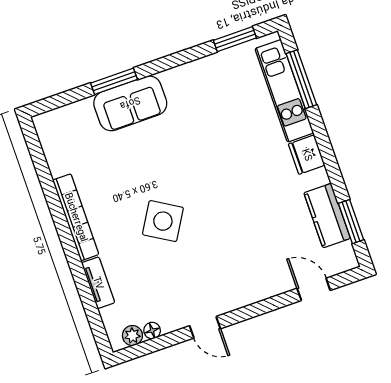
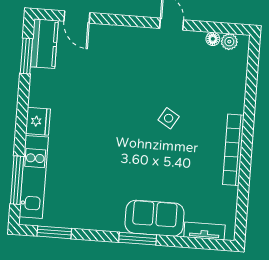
window: (114, 81) -> (138, 239), moved
kitchen counter: (327, 216) -> (44, 44), moved
side table: (163, 221) -> (169, 118), width x0.54, depth x0.54
tv unit: (98, 283) -> (204, 231), moved, turned 90

